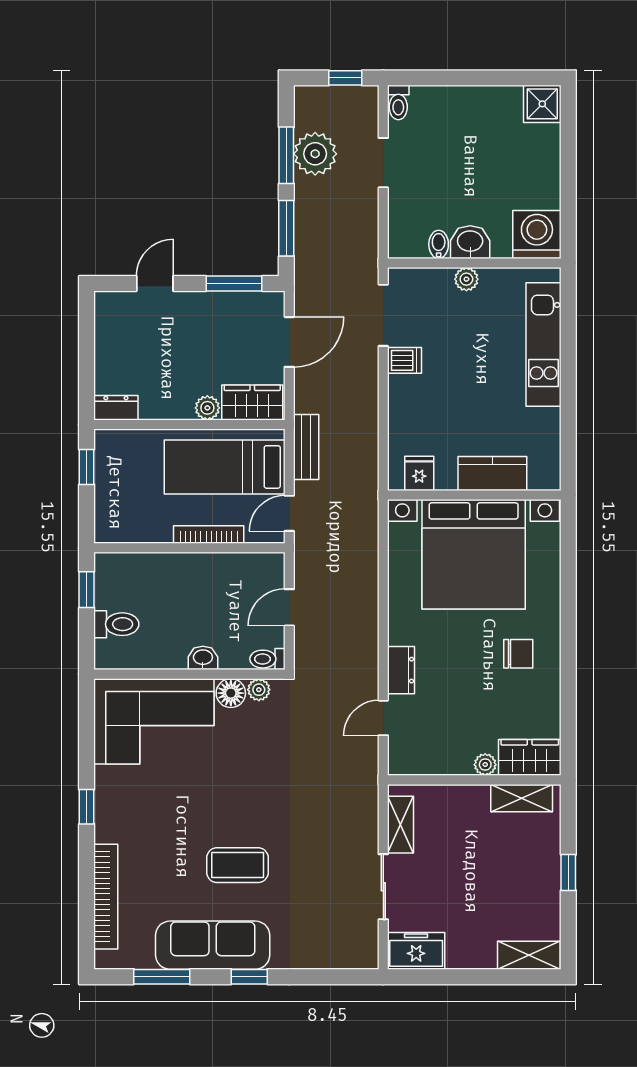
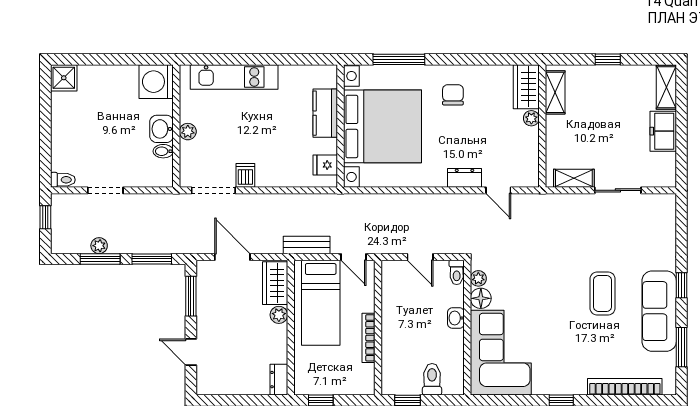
plant: (315, 154) -> (99, 246), width x0.53, depth x0.53
bookcase: (209, 534) -> (369, 338), moved
window: (568, 577) -> (399, 59), added
freezer: (416, 951) -> (663, 131), moved

